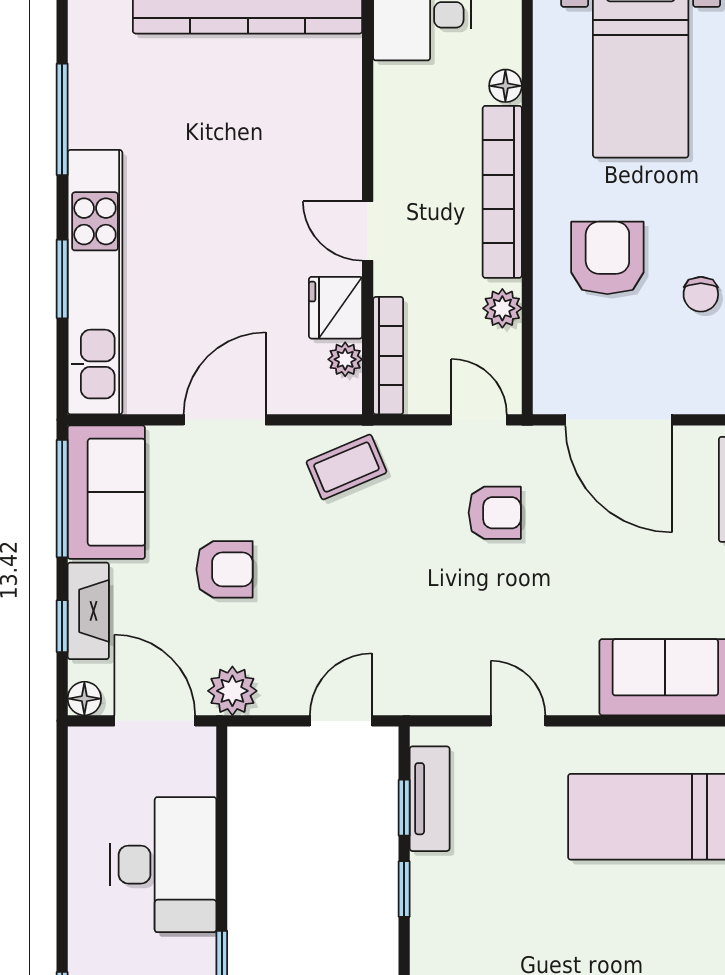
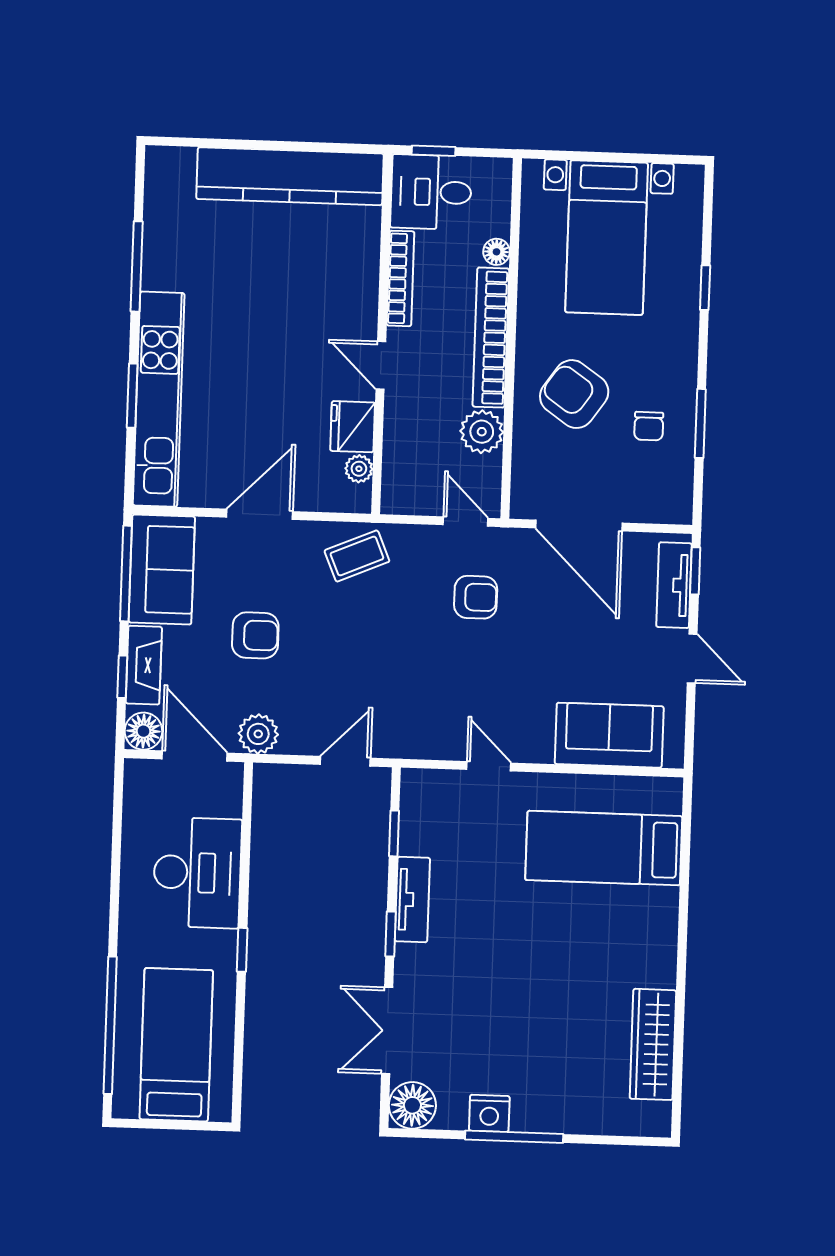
armchair: (607, 258) -> (574, 394), turned -55
plant: (502, 308) -> (482, 432), width x1.38, depth x1.38
bookcase: (388, 356) -> (400, 278), moved
floor lamp: (84, 699) -> (143, 731), width x1.37, depth x1.37
tv unit: (430, 799) -> (412, 900), moved
window: (404, 889) -> (391, 934), moved

